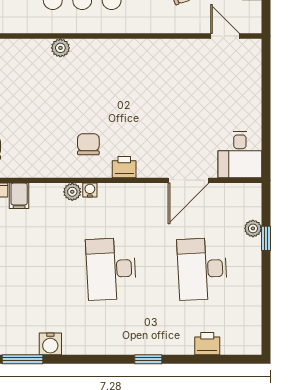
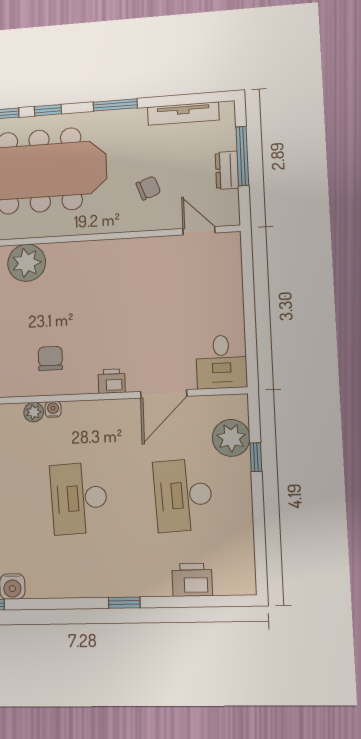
plant: (60, 48) -> (27, 263), width x1.88, depth x1.88
printer: (124, 167) -> (112, 381), moved
plant: (253, 228) -> (231, 438), width x1.87, depth x1.87
printer: (207, 344) -> (192, 580), width x1.36, depth x1.24

